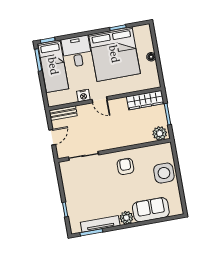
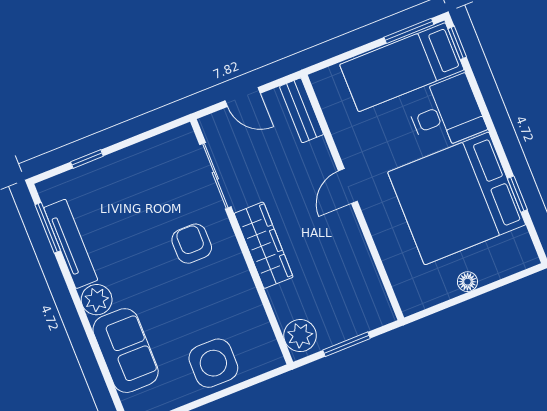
nightstand: (83, 96) -> (350, 148), removed
wardrobe: (145, 100) -> (264, 245), moved, turned 180
armchair: (125, 166) -> (192, 244), moved, turned -90

